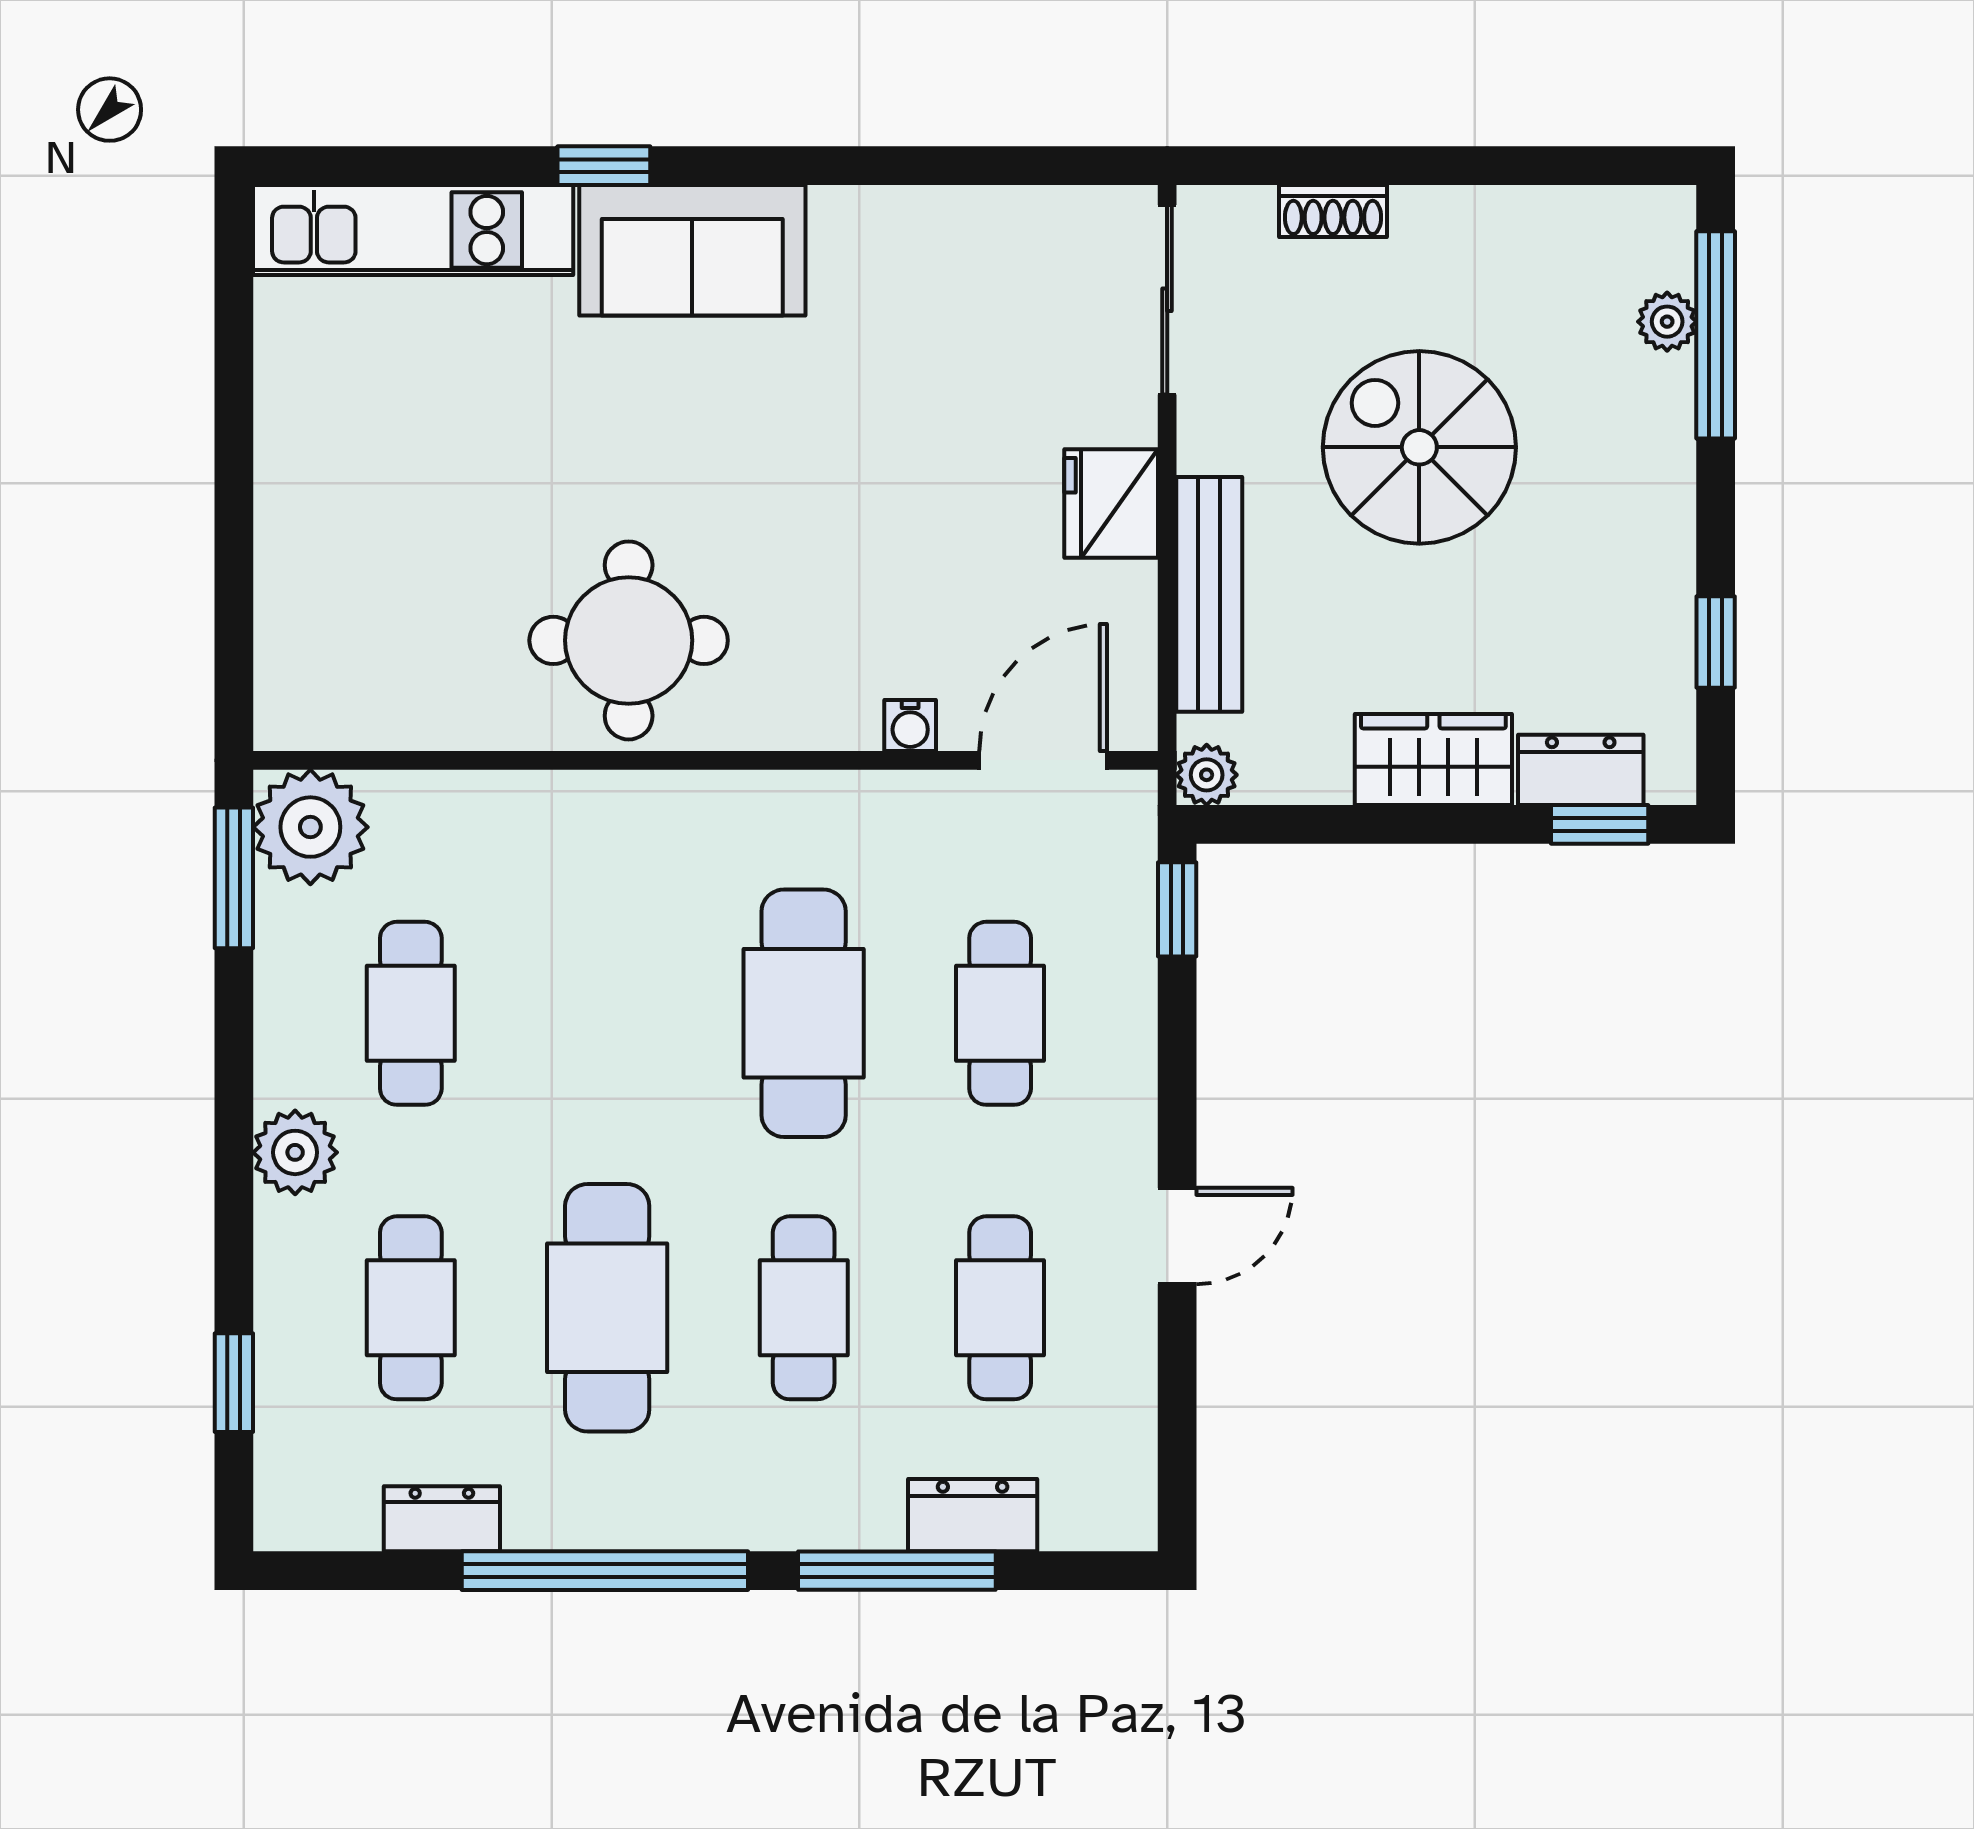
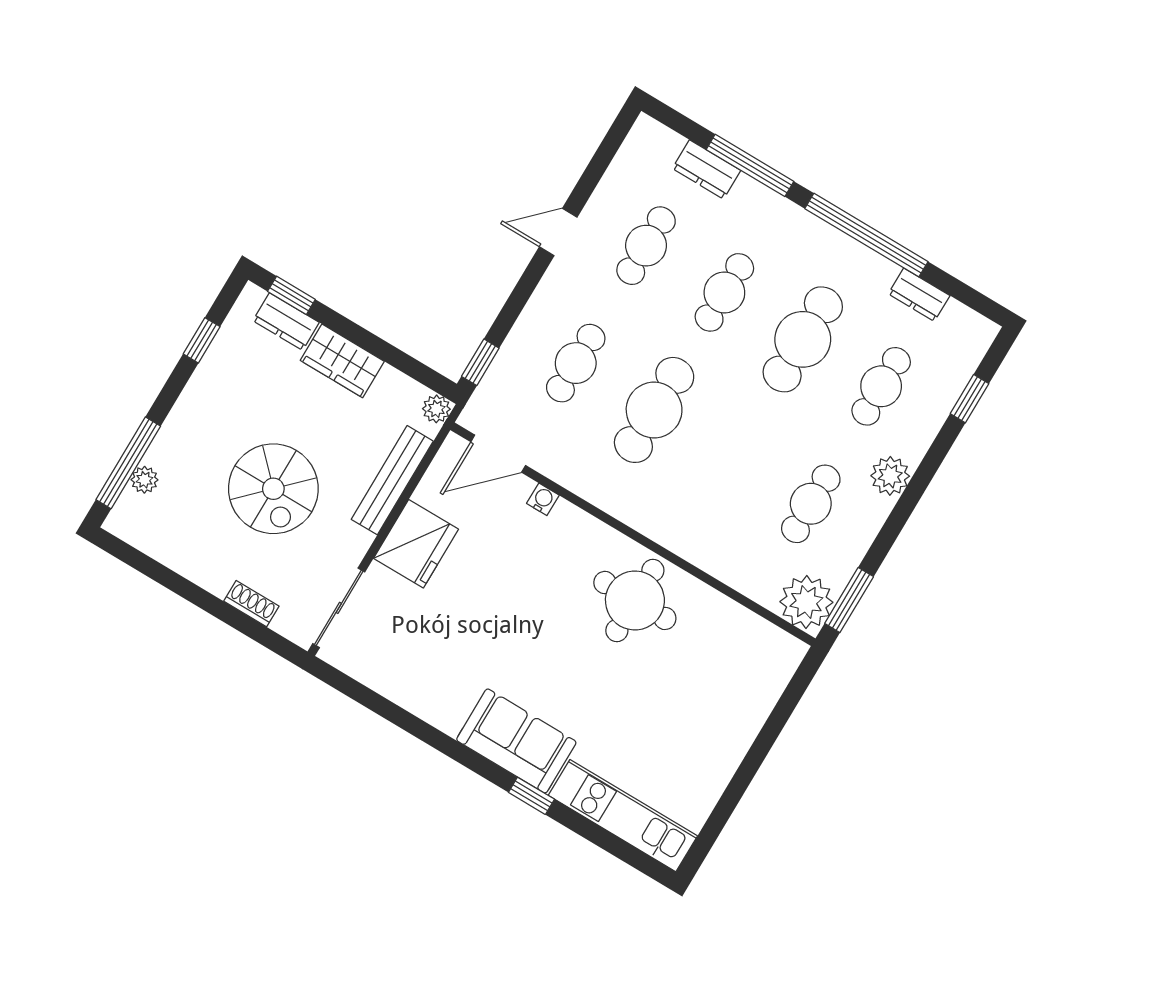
fridge: (1111, 504) -> (416, 544), width x1.36, depth x1.34

